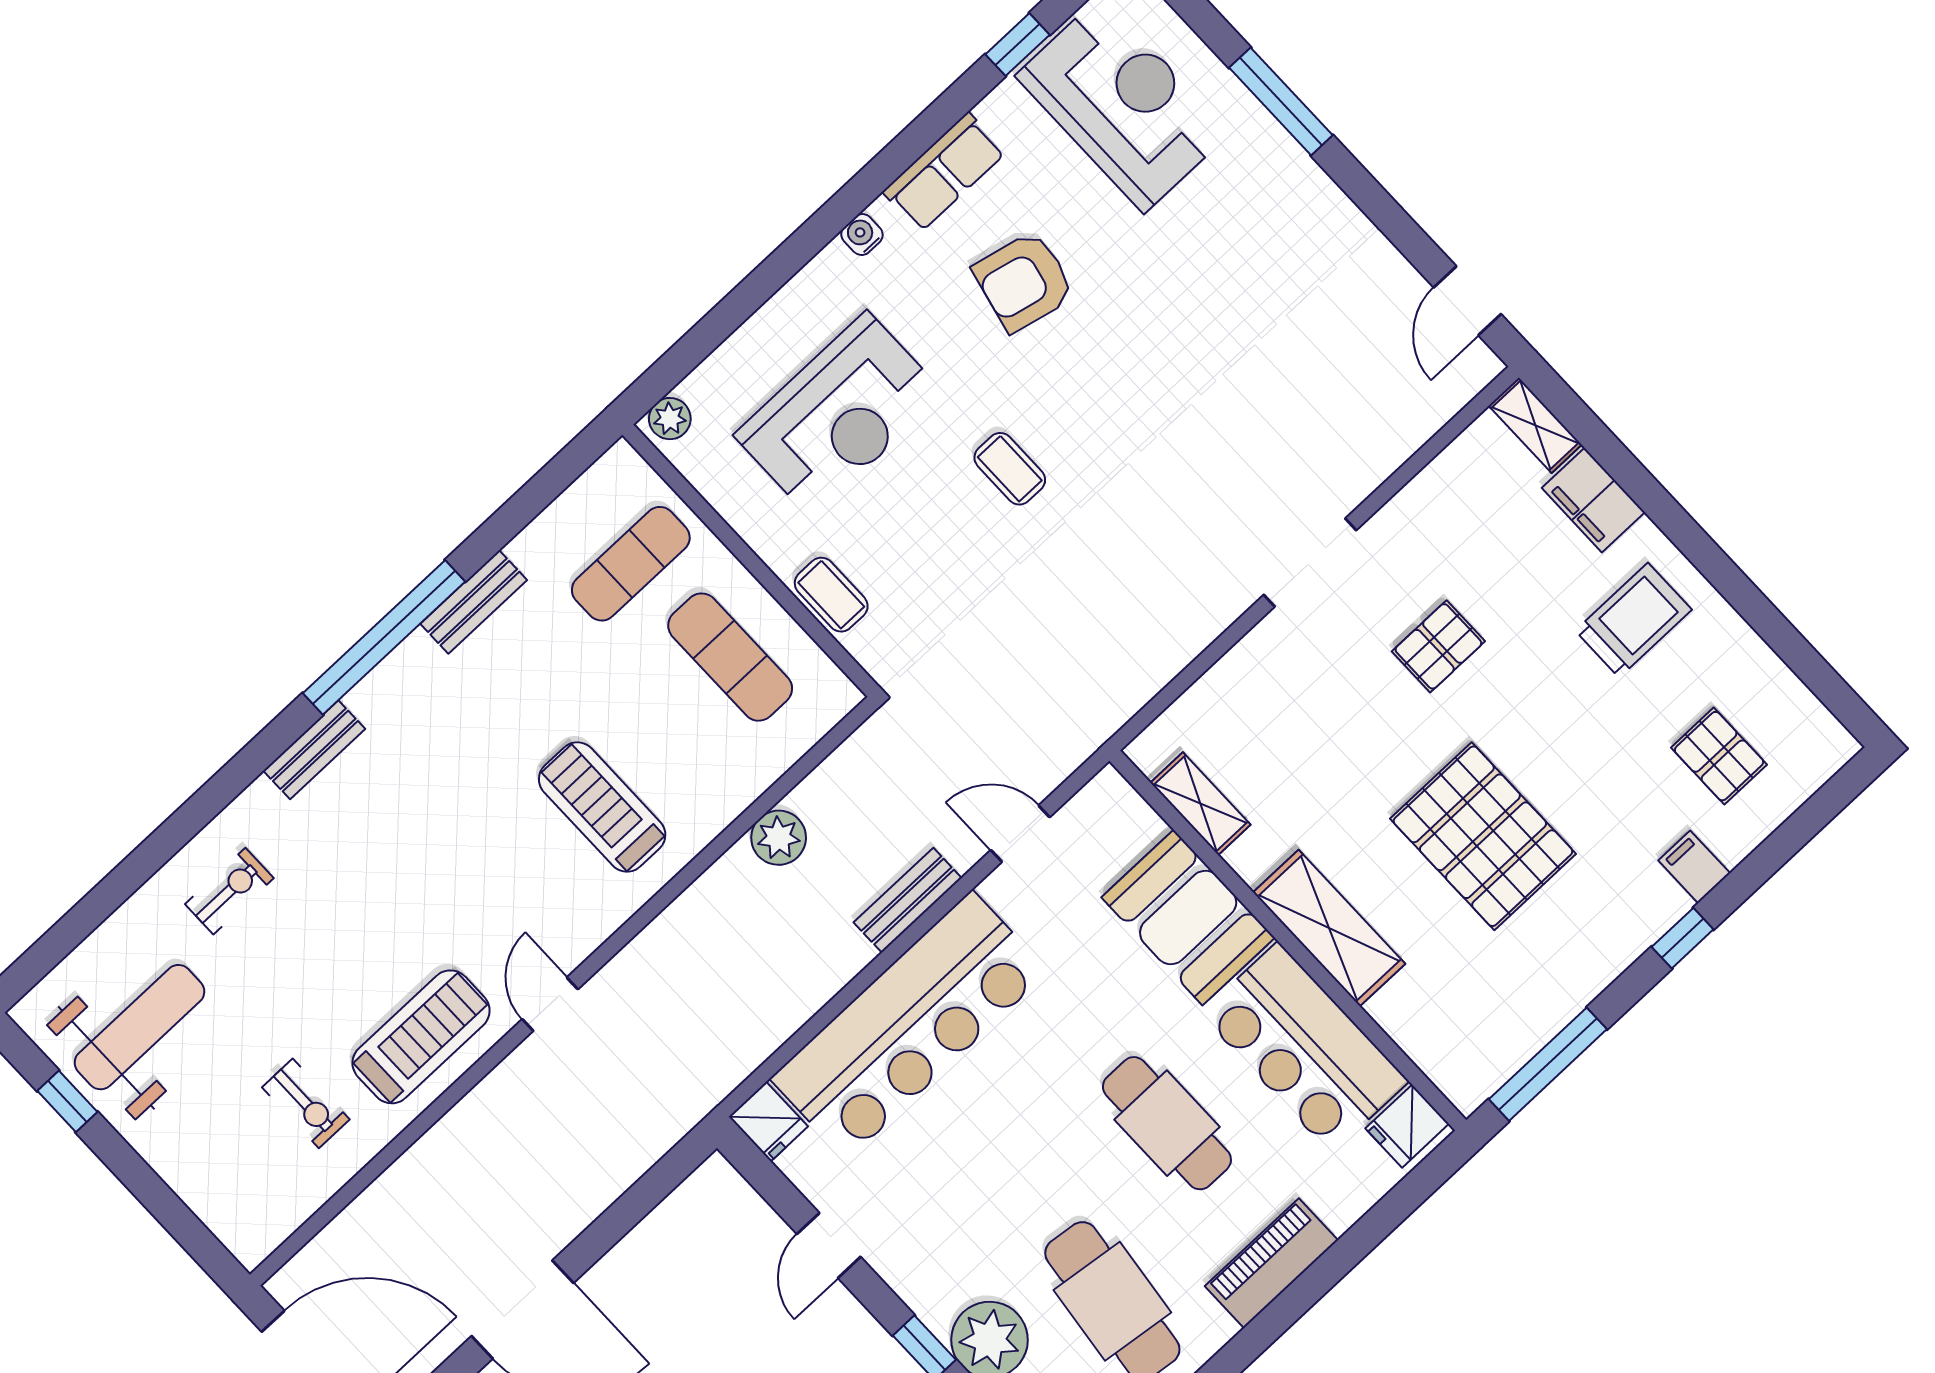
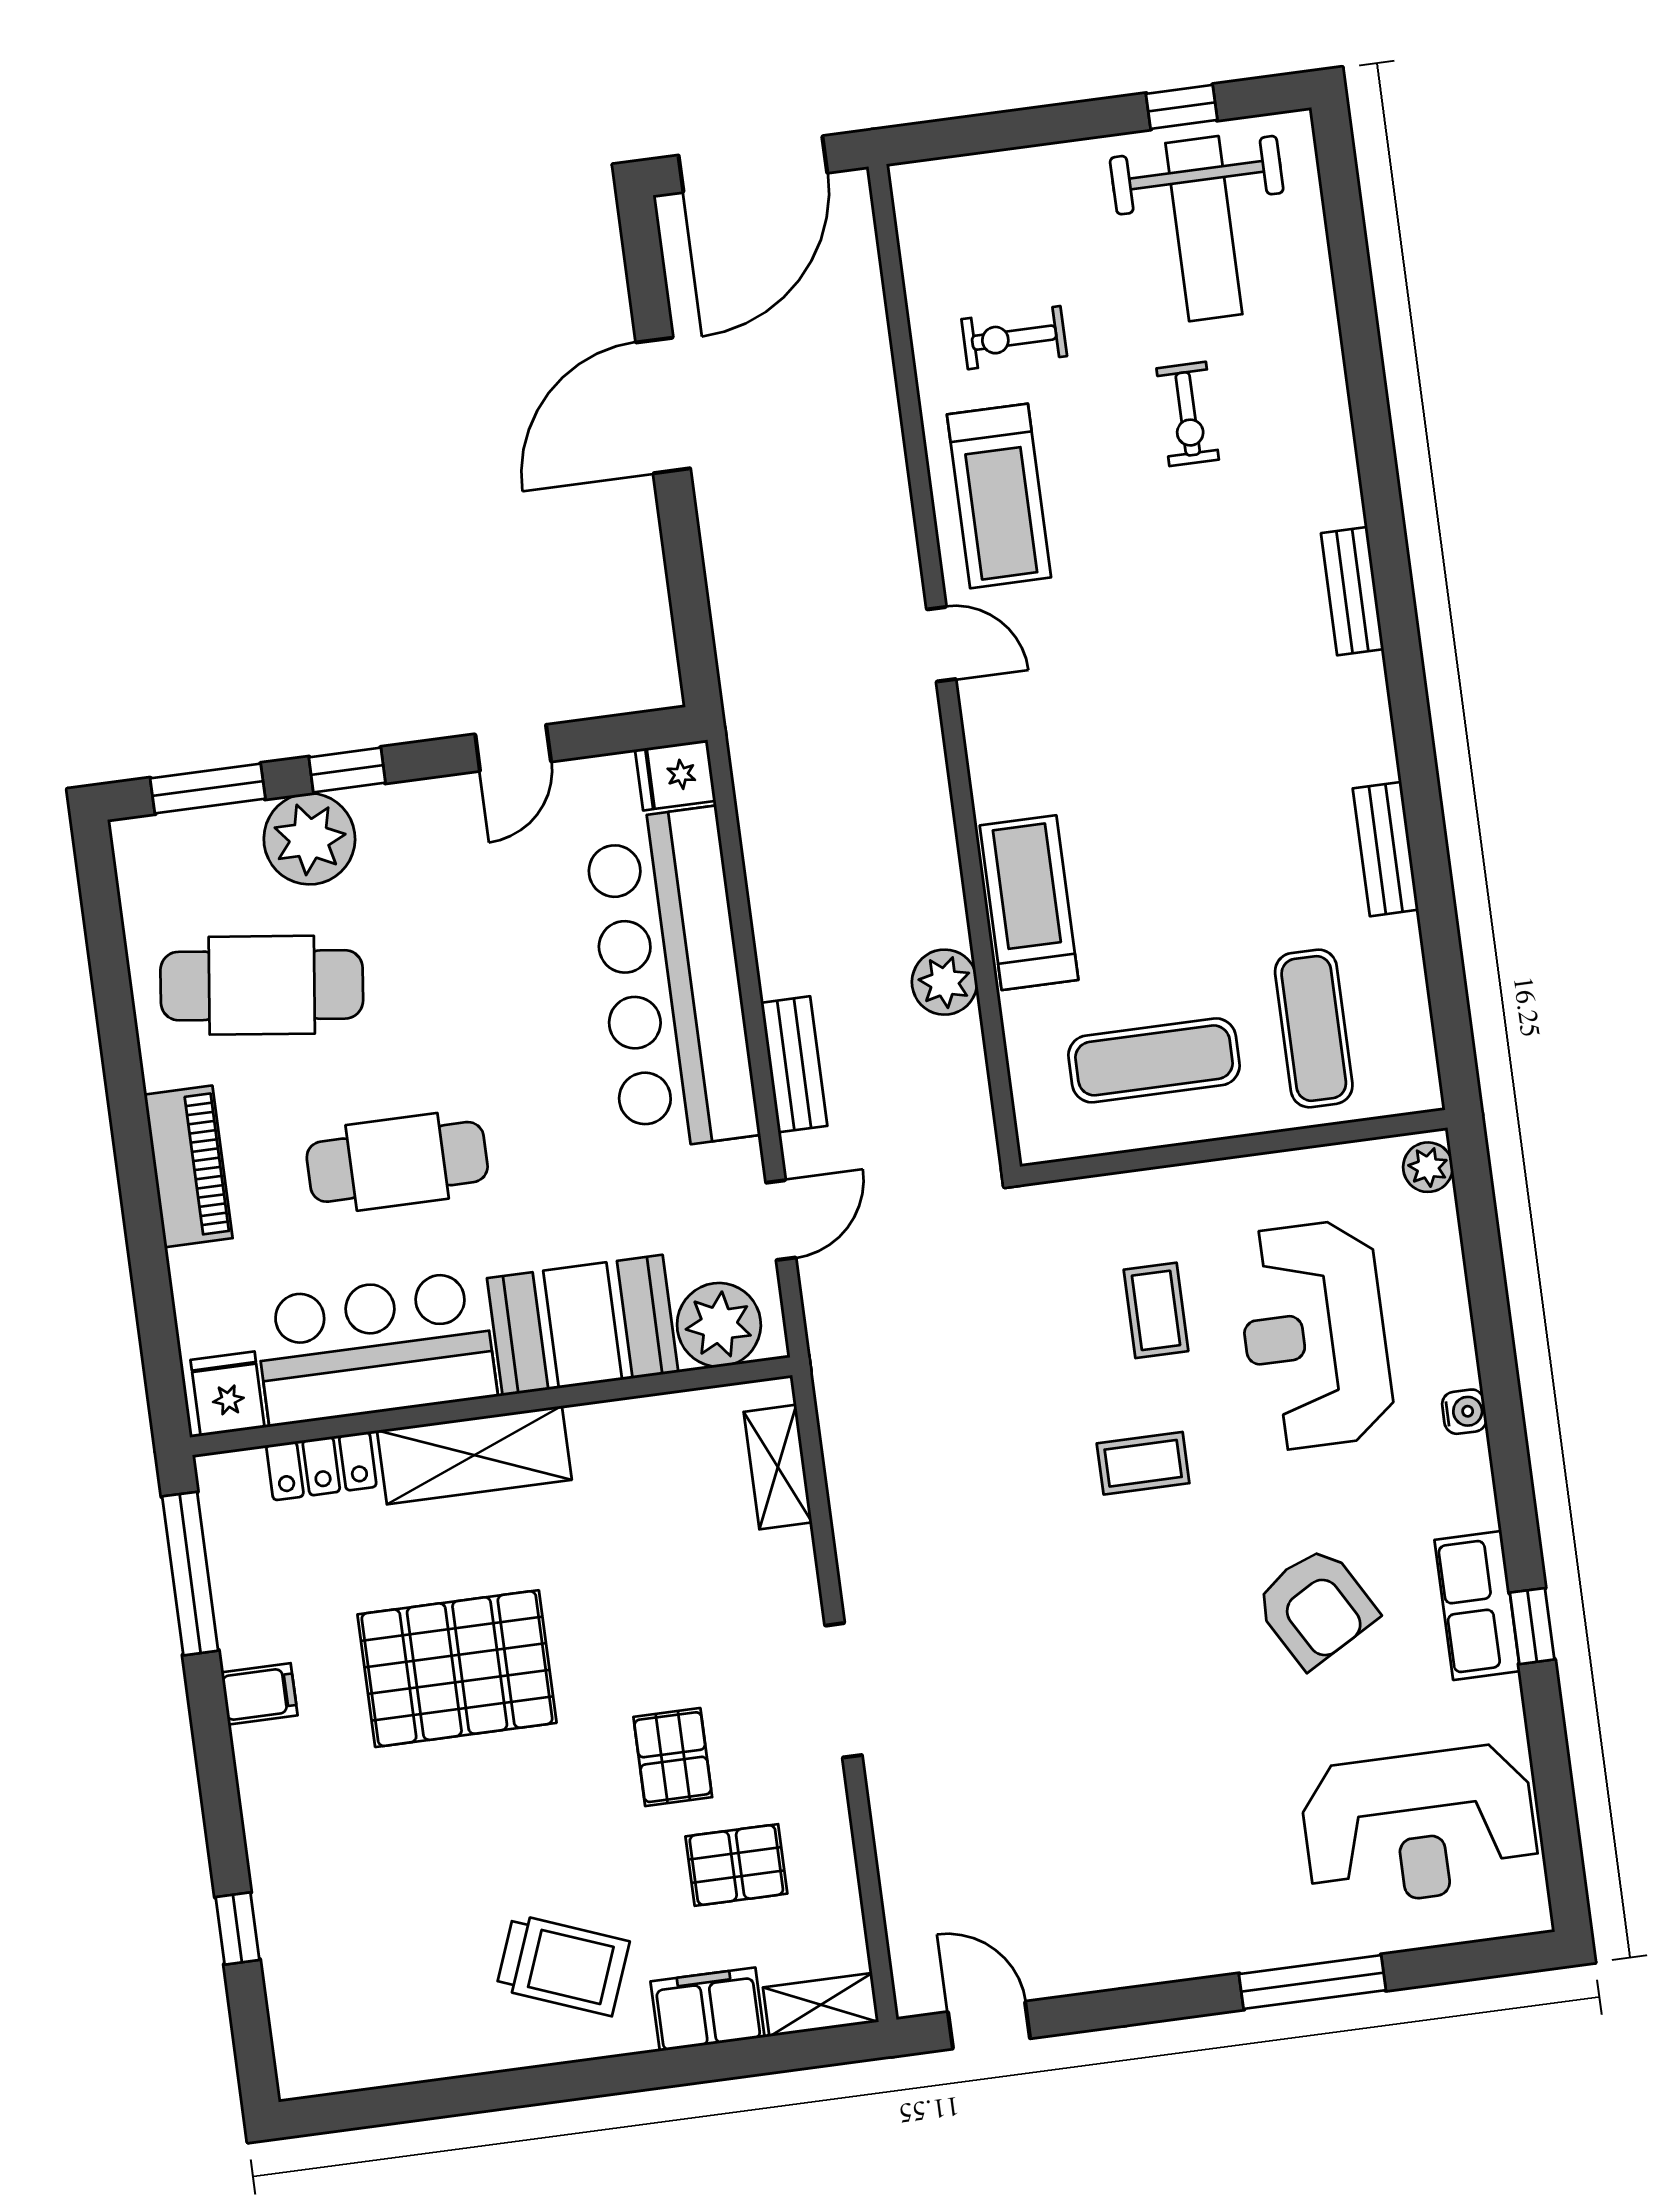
window: (1017, 45) -> (1532, 1626), moved
water cooler: (862, 235) -> (1464, 1412), moved
armchair: (1024, 281) -> (1316, 1607), turned 137
coffee table: (831, 595) -> (1156, 1310), moved, turned 90
trolley: (1633, 620) -> (563, 1965), turned -69
window: (384, 637) -> (1413, 737), removed
pallet: (1719, 756) -> (736, 1865), moved
shelving: (1200, 804) -> (778, 1467), moved, turned 90
treadmill: (602, 807) -> (1029, 903), moved, turned -90
plant: (1122, 825) -> (719, 1325), added
filing cabinet: (1694, 867) -> (259, 1694), moved
exercise bike: (229, 891) -> (1188, 414), moved
window: (1683, 938) -> (237, 1928), moved
locker: (1411, 1027) -> (321, 1466), added
door: (829, 1245) -> (513, 748), swing flipped

